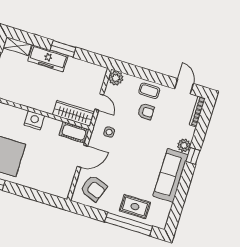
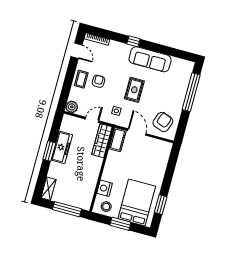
freezer: (48, 58) -> (62, 147), moved
door: (184, 86) -> (77, 51), swing flipped
nightstand: (34, 120) -> (105, 188), moved
plant: (184, 145) -> (125, 49), removed
rug: (135, 207) -> (134, 90), moved

